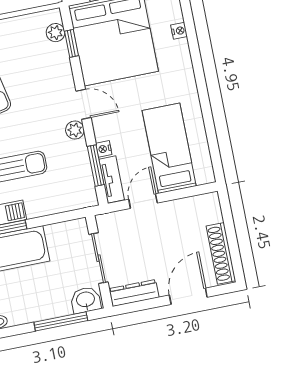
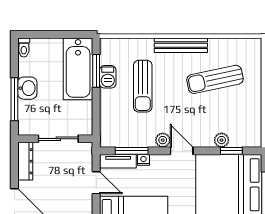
plant: (56, 33) -> (222, 140), moved
door: (84, 104) -> (182, 151), swing flipped
washbasin: (86, 300) -> (27, 88), moved

